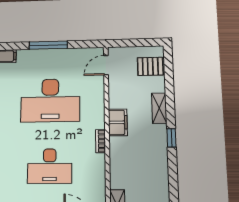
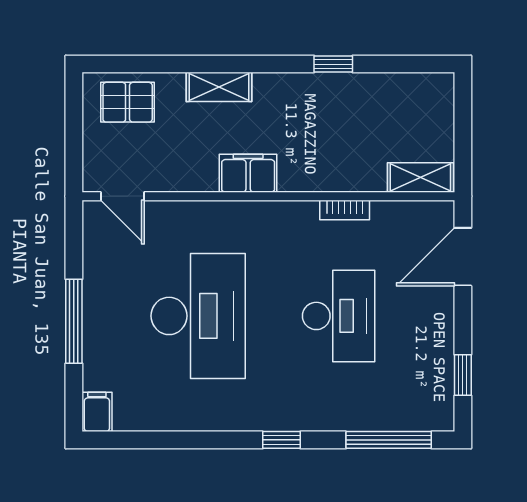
pallet: (150, 66) -> (128, 102), turned 90
window: (171, 138) -> (333, 64), moved
bookcase: (100, 141) -> (345, 210), moved

